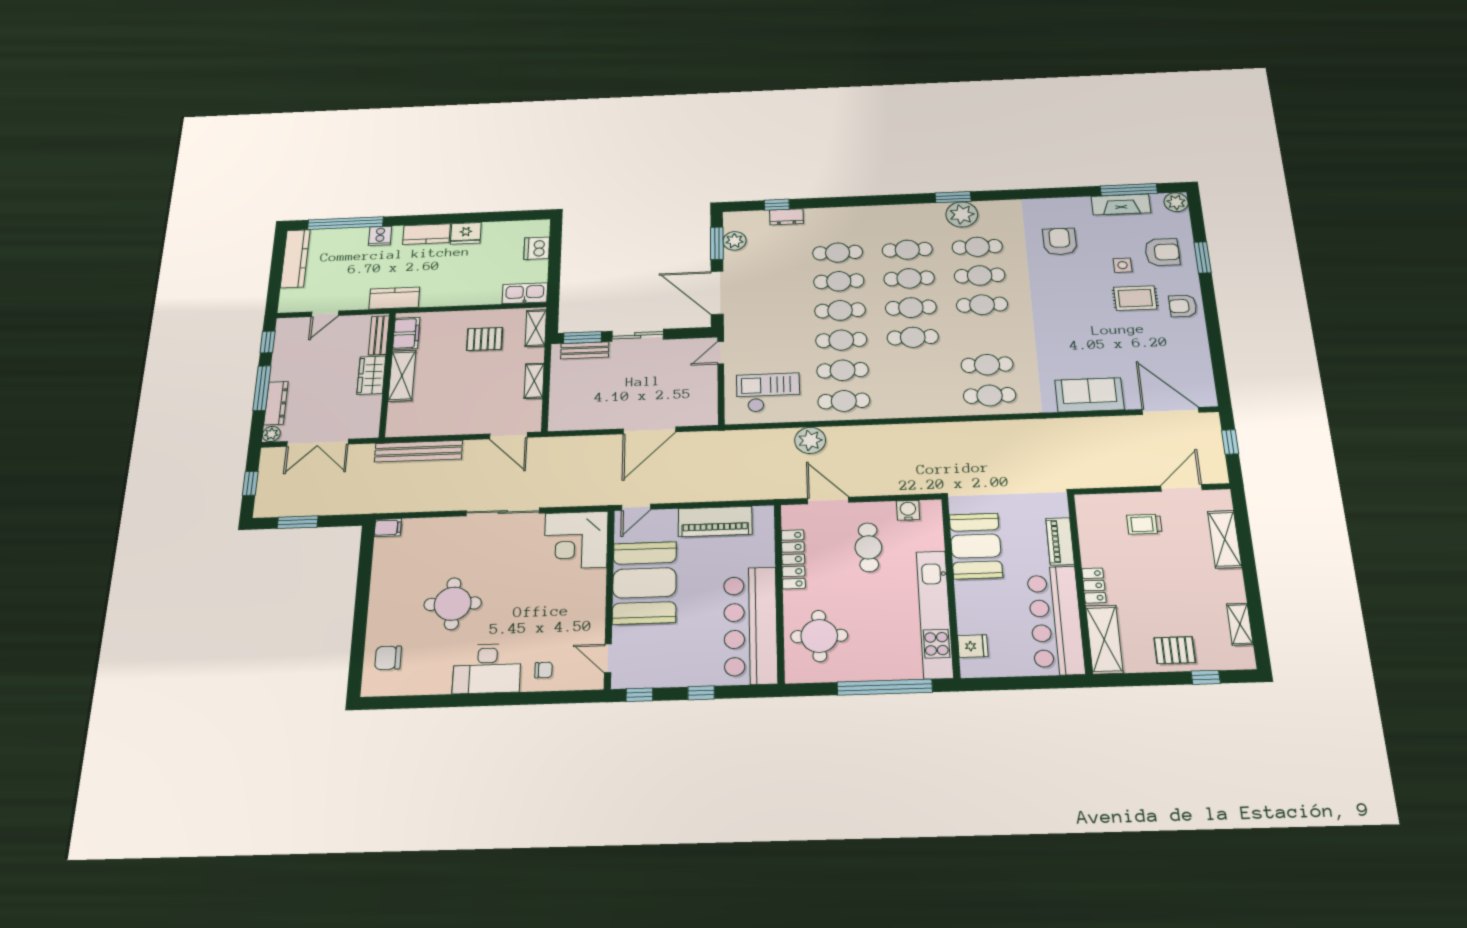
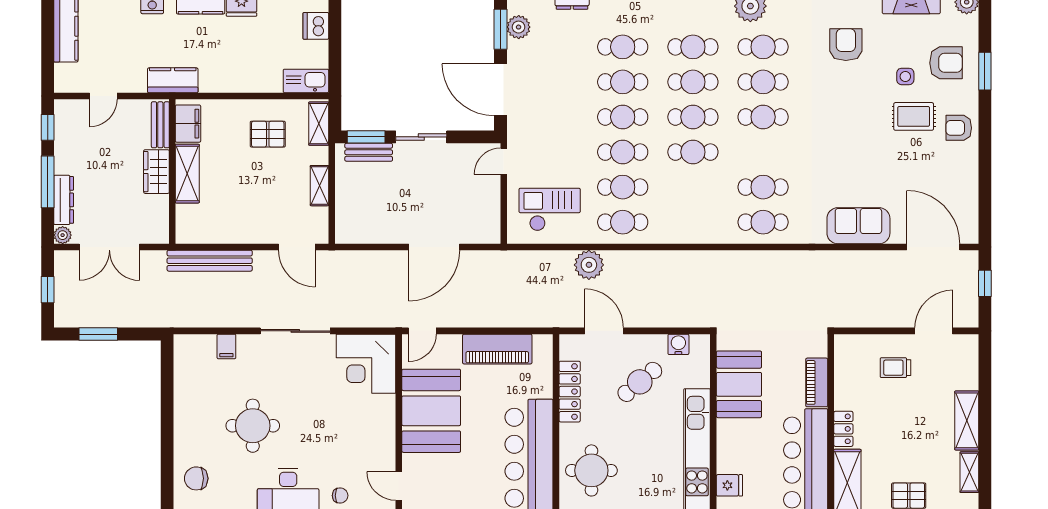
filing cabinet: (388, 528) -> (226, 346), moved, turned 90
shelving: (1225, 539) -> (967, 420), moved
cafe table: (868, 547) -> (640, 382), turned 50

